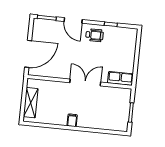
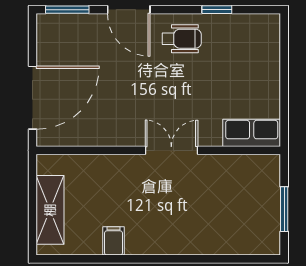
double door: (85, 82) -> (171, 150), width x0.73
filing cabinet: (72, 120) -> (113, 241), moved

